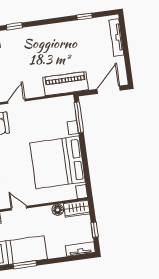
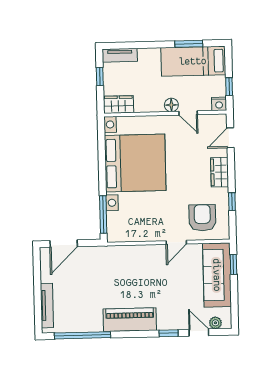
window: (84, 16) -> (83, 335), width x3.17
piano: (66, 84) -> (130, 320), moved, turned 180
floor lamp: (58, 210) -> (171, 105), moved

